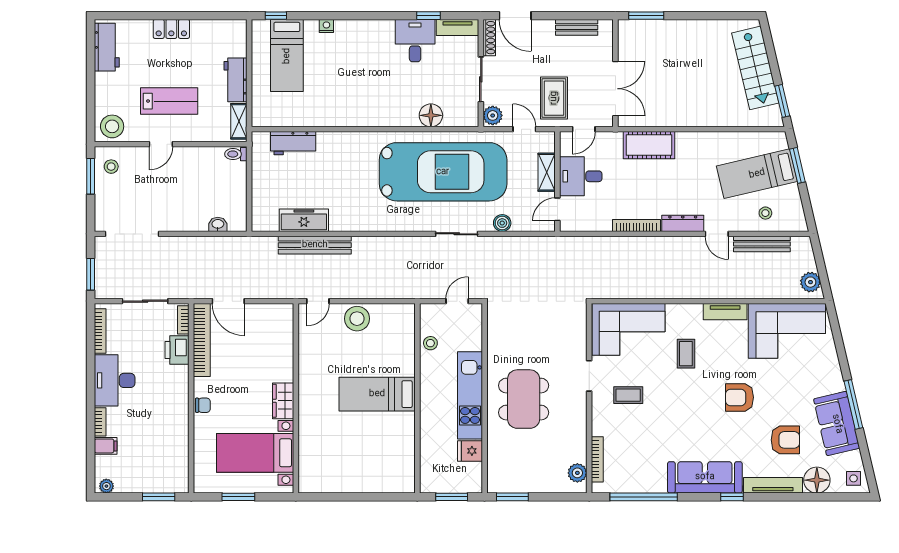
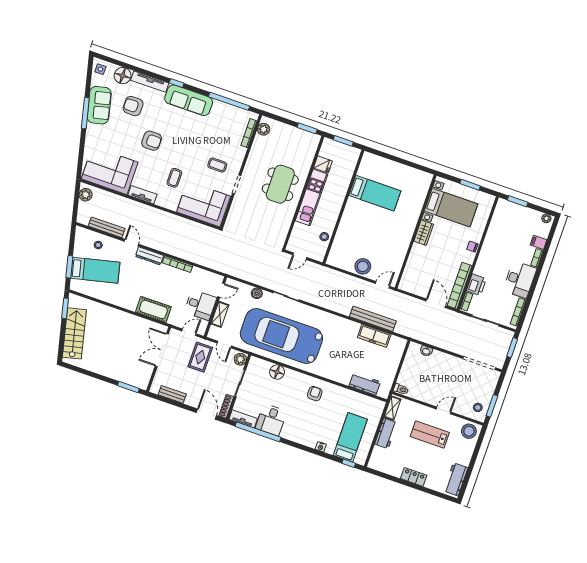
window: (428, 16) -> (258, 432), width x3.17
armchair: (363, 103) -> (315, 394), added
bed: (377, 394) -> (375, 193), moved

